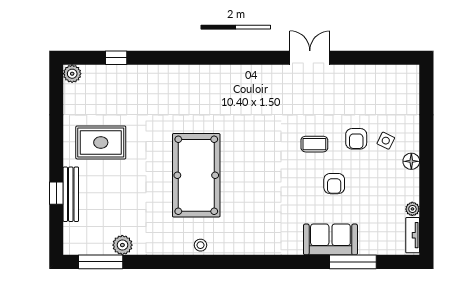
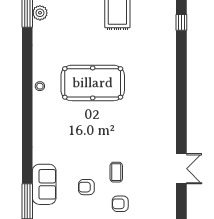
plant: (122, 245) -> (40, 13), moved

